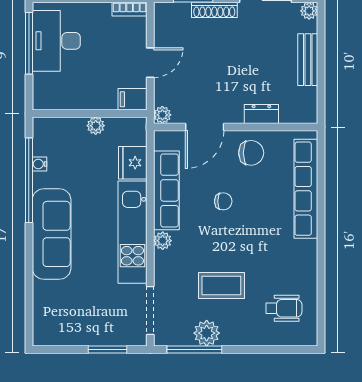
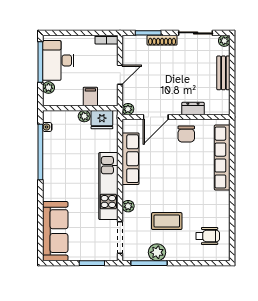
plant: (41, 82) -> (48, 88), added
filing cabinet: (133, 99) -> (90, 96), moved, turned 90
chair: (251, 153) -> (186, 134), turned 90
fridge: (133, 163) -> (102, 120), moved, turned -90
water cooler: (39, 164) -> (47, 127), moved
chair: (223, 201) -> (168, 166), removed
sofa: (52, 234) -> (55, 231), moved
plant: (163, 241) -> (128, 206), moved

